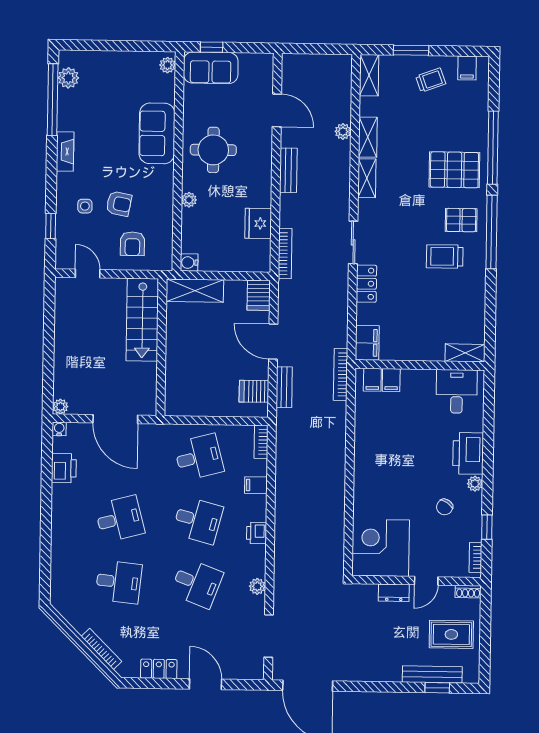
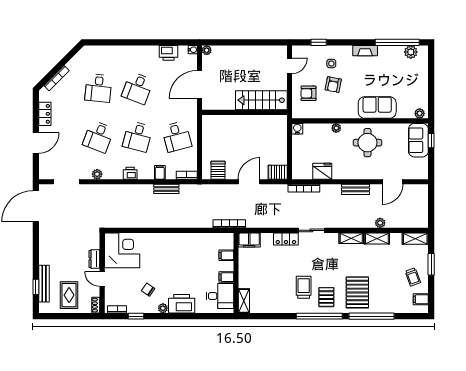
shelving: (195, 291) -> (280, 133), removed
filing cabinet: (372, 380) -> (226, 277), moved
bench: (284, 387) -> (166, 189), moved
desk: (120, 519) -> (137, 88), turned 36

